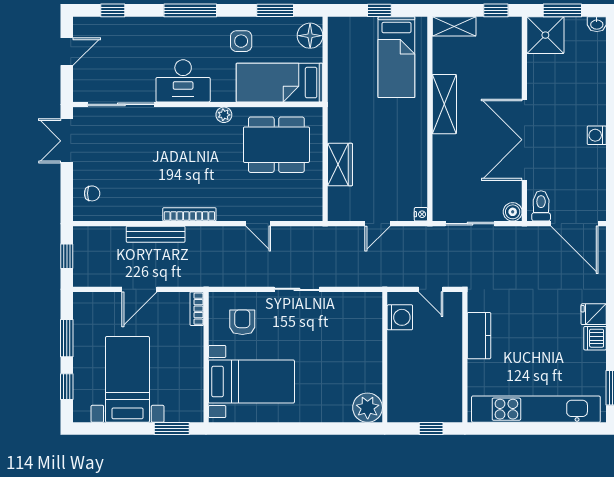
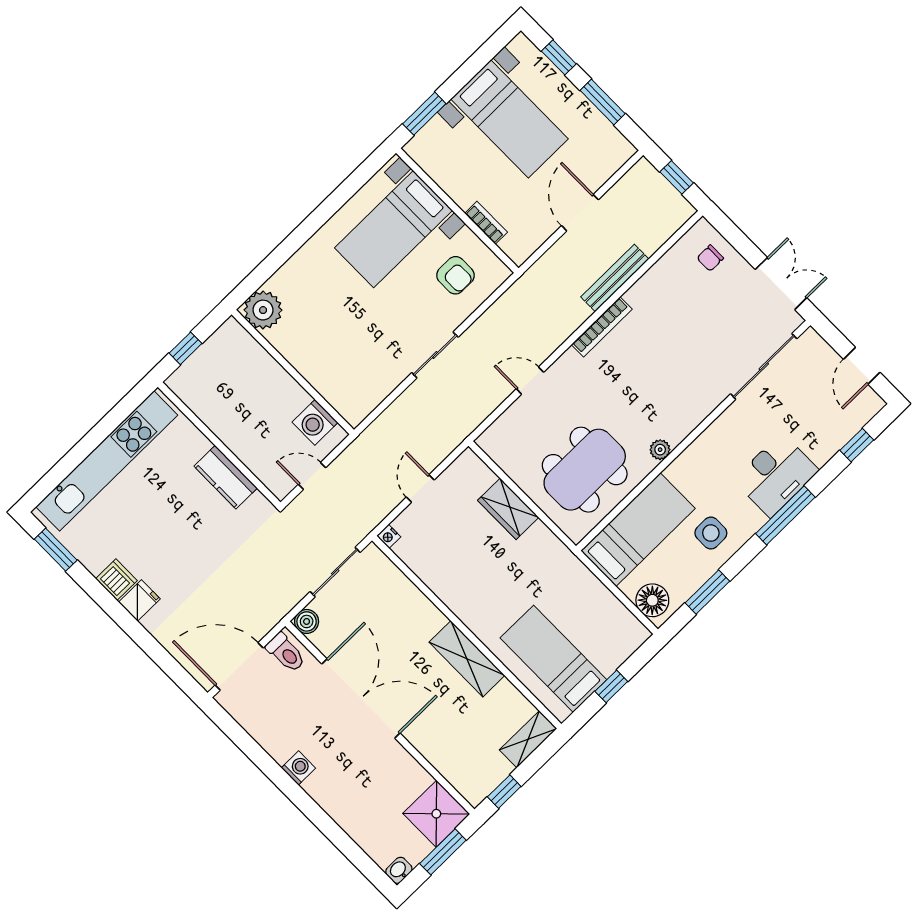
desk: (183, 81) -> (776, 475), moved, turned 180
bookcase: (197, 309) -> (486, 223), moved

